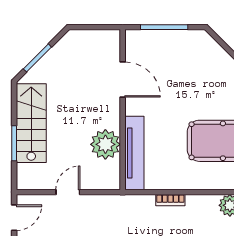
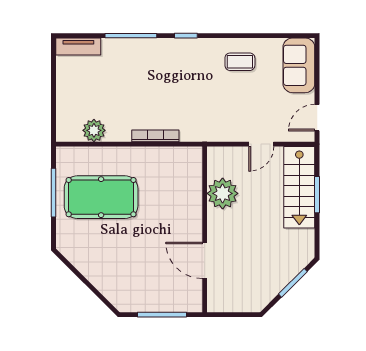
stairs: (31, 123) -> (299, 187), moved
tv unit: (134, 153) -> (193, 185), removed
bookcase: (170, 200) -> (155, 136), width x1.56

